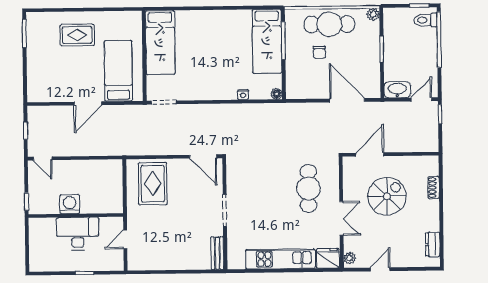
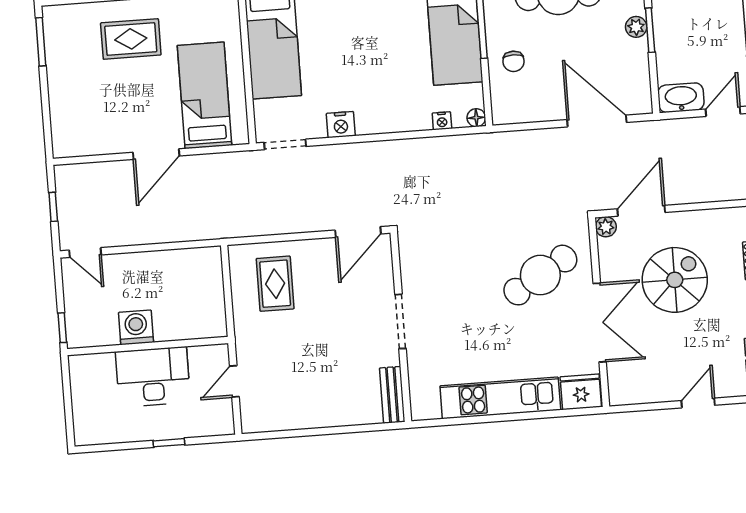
plant: (374, 47) -> (636, 27), added
chair: (319, 52) -> (514, 61), moved
nightstand: (197, 93) -> (341, 125), added
nightstand: (243, 95) -> (442, 121), moved
door: (203, 156) -> (358, 232), hinge flipped
rug: (153, 184) -> (275, 284), width x0.73, depth x0.70
cafe table: (308, 188) -> (540, 275), turned 59
double door: (341, 218) -> (600, 323), width x1.37
plant: (350, 258) -> (606, 227), moved
door: (380, 269) -> (698, 403), moved

